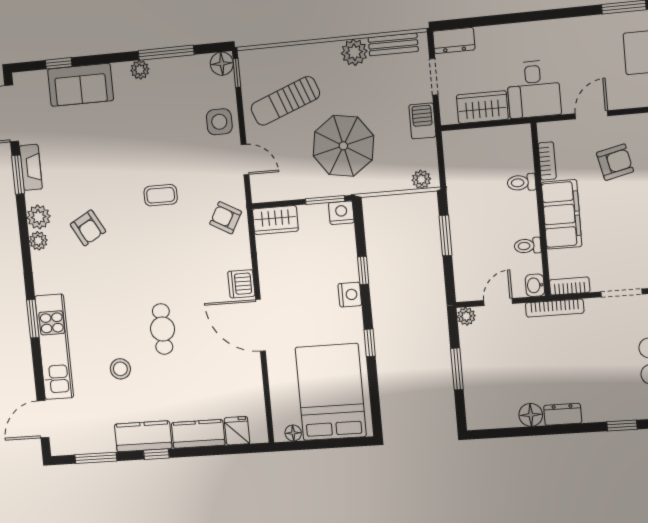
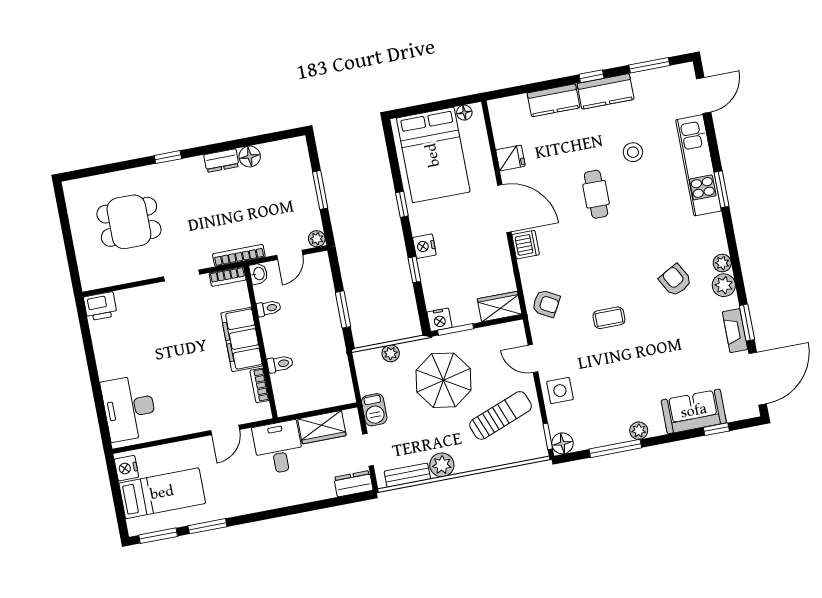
armchair: (615, 162) -> (200, 390), removed
plant: (421, 179) -> (391, 353), moved
fridge: (237, 431) -> (510, 158), moved, turned -90

